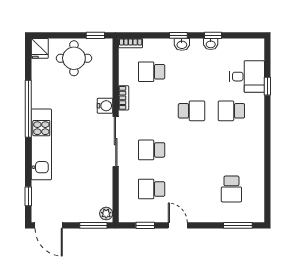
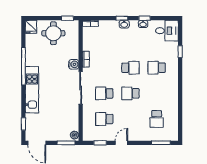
school desk: (152, 72) -> (130, 93), moved
desk: (247, 77) -> (167, 31), moved
door: (178, 225) -> (121, 143), hinge flipped

